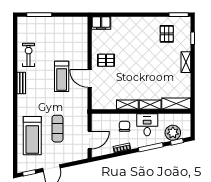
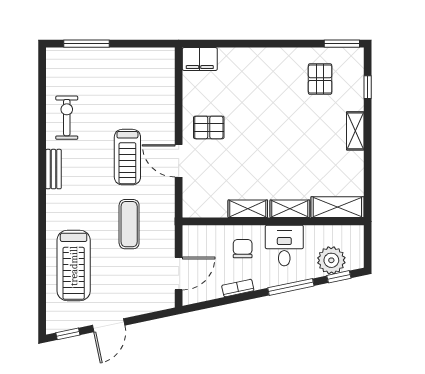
exercise mat: (57, 129) -> (129, 224), moved

